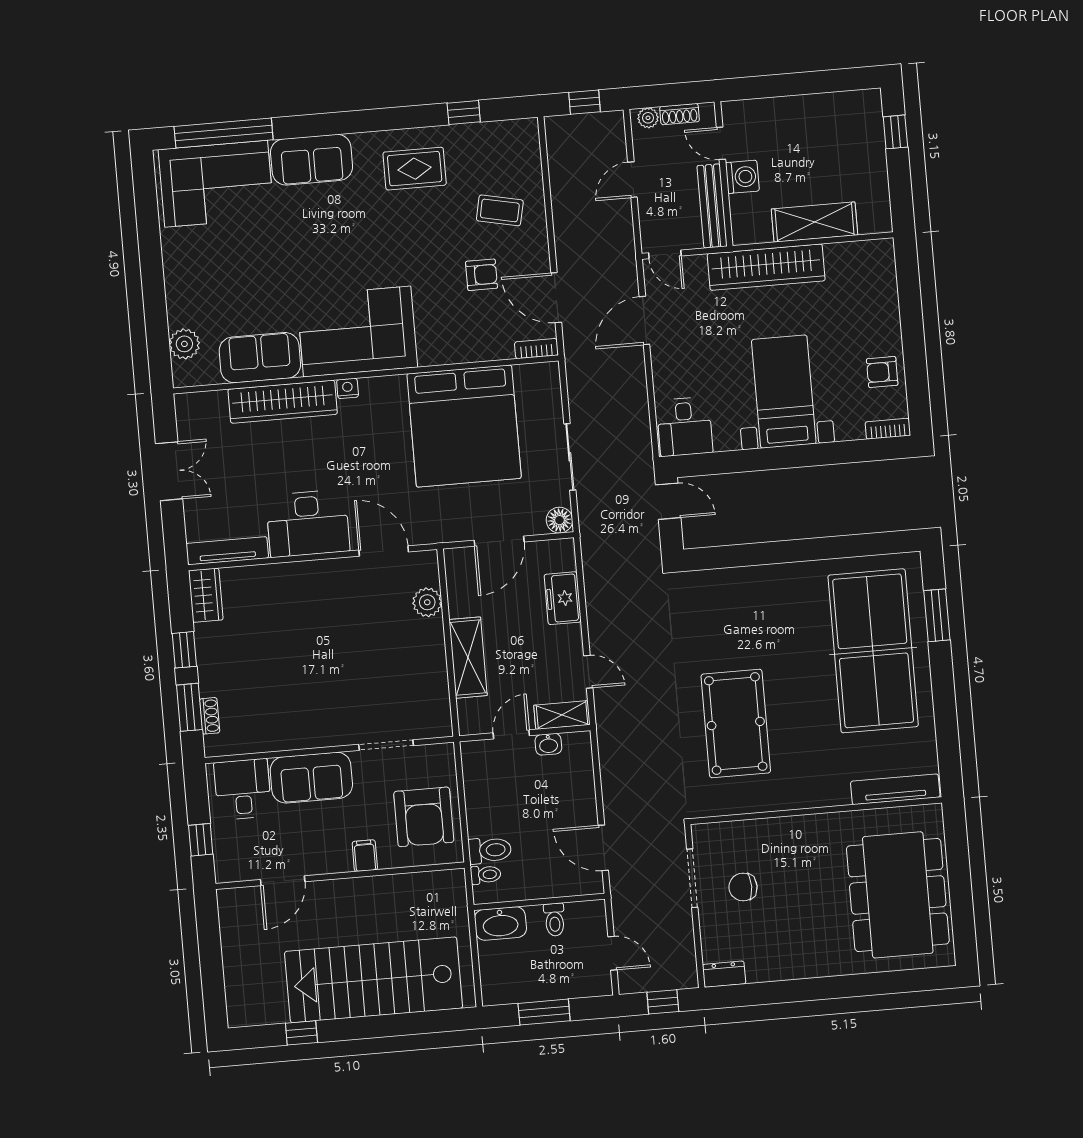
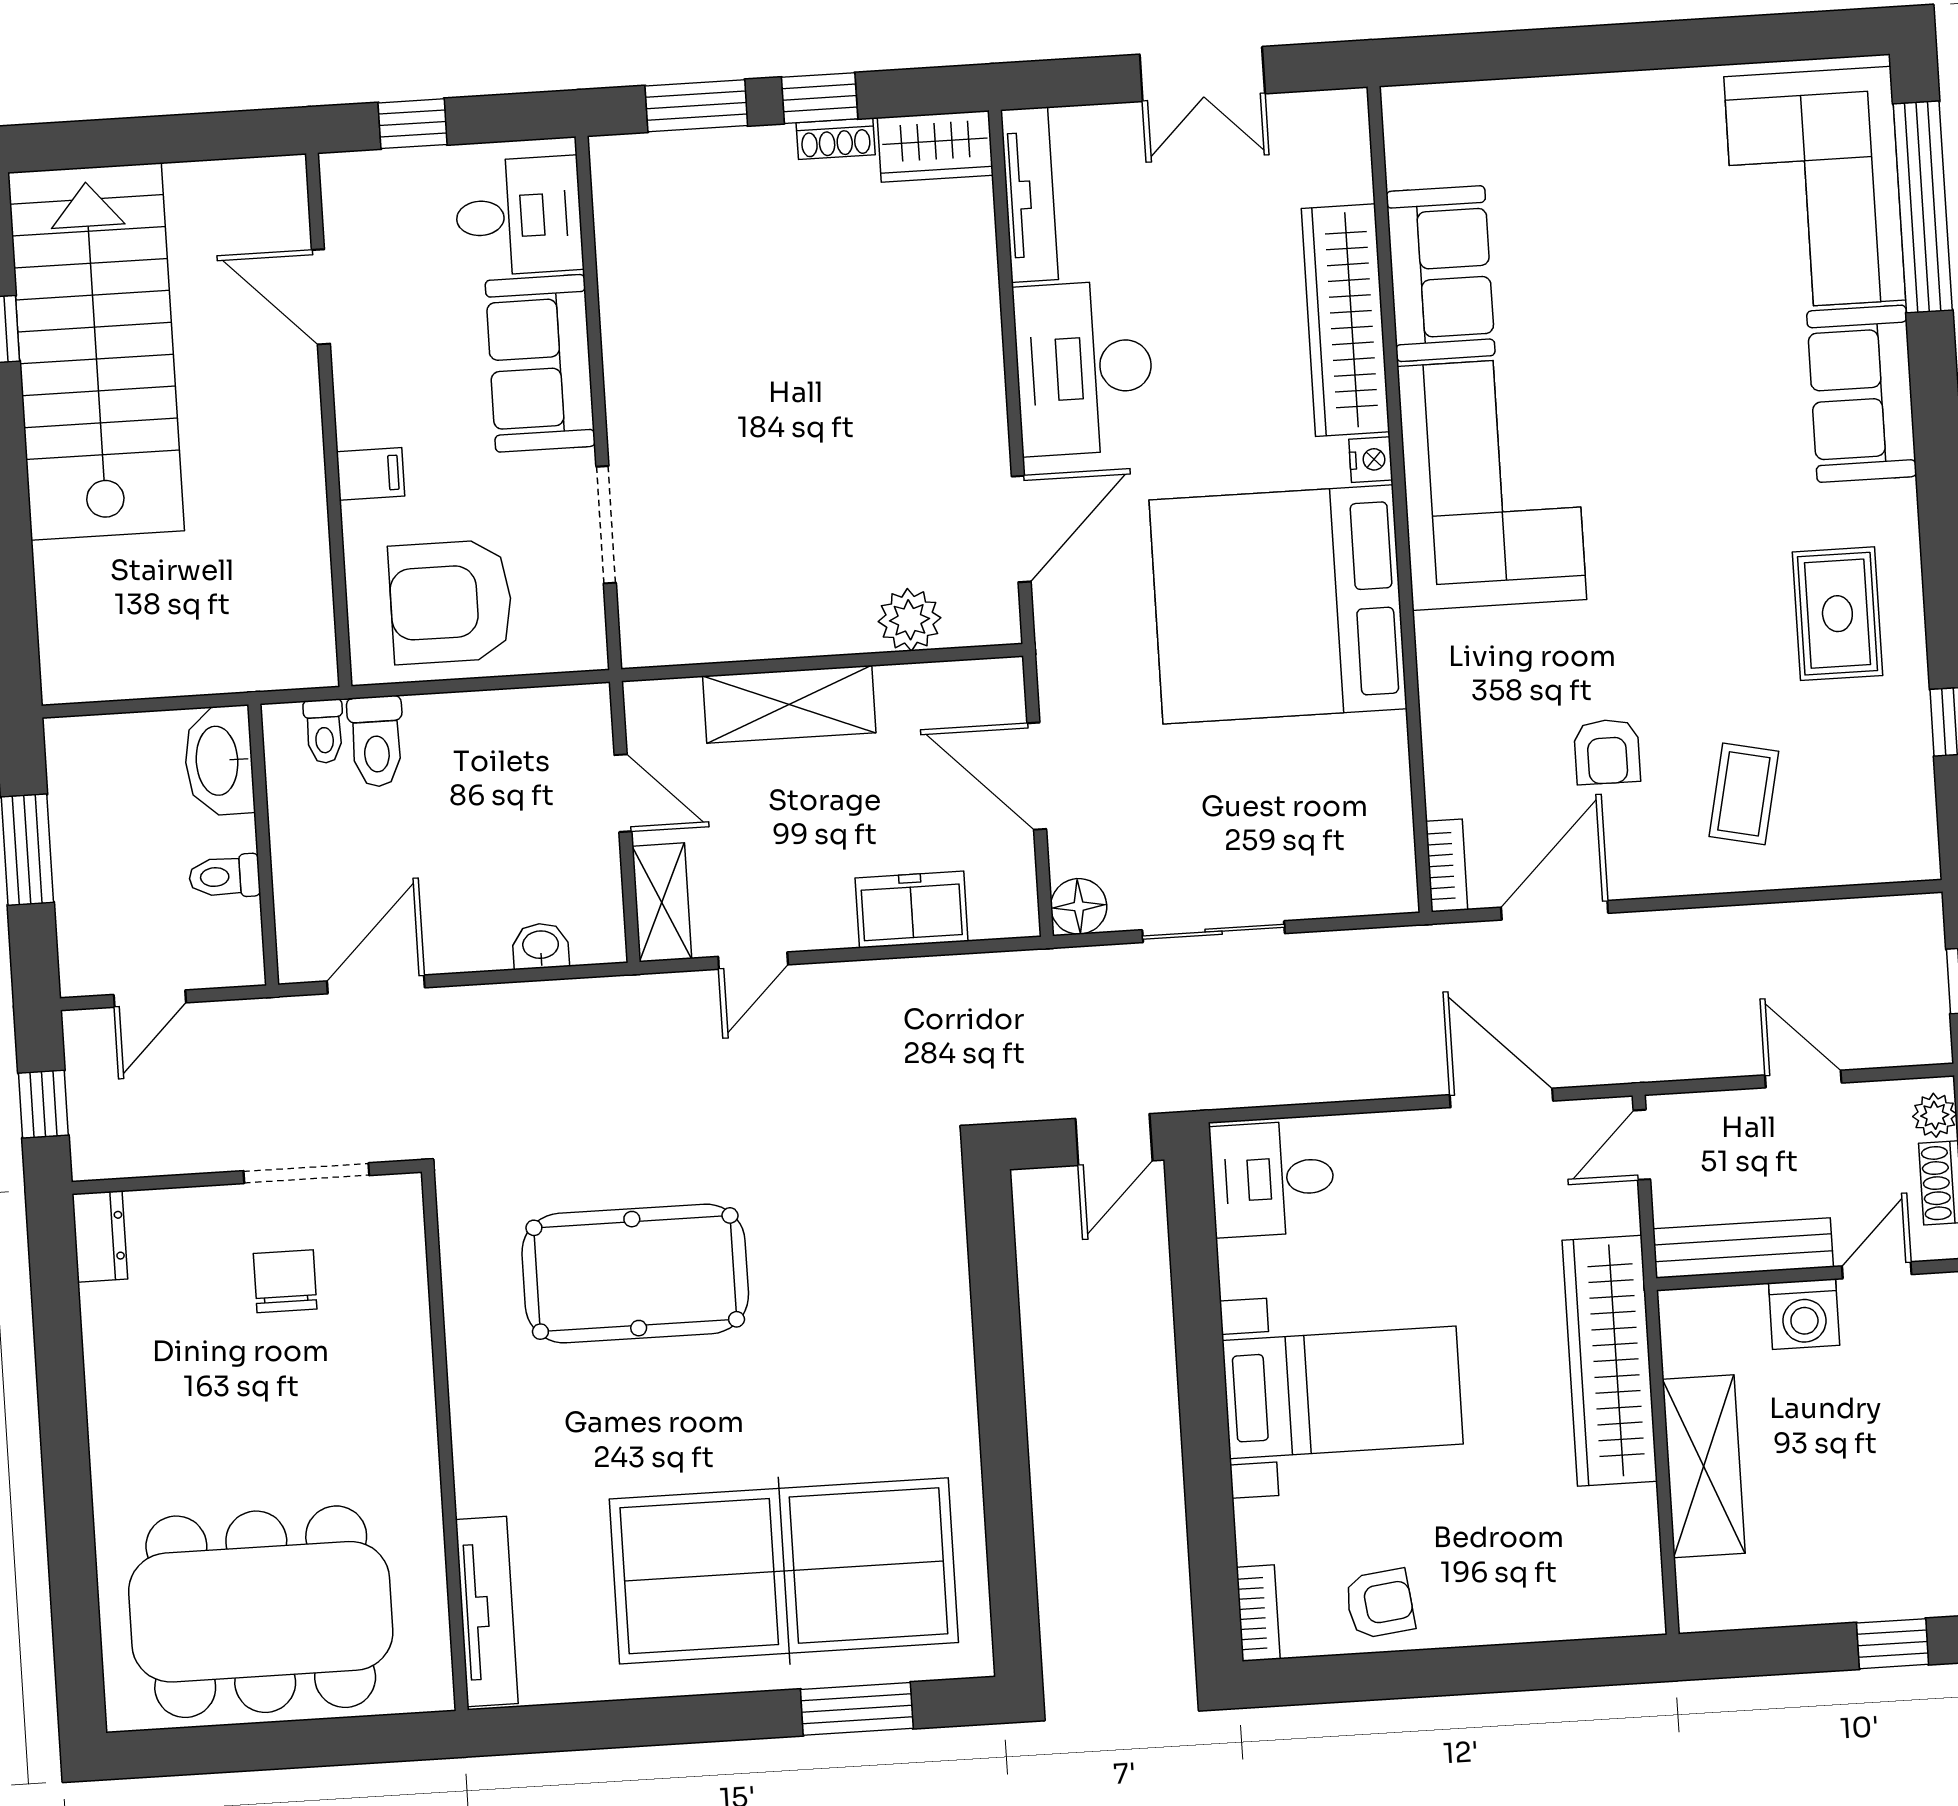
plant: (184, 344) -> (1474, 113), removed
armchair: (882, 372) -> (1380, 1604), turned 83
bed: (464, 426) -> (1278, 604), moved
shoe rack: (210, 716) -> (836, 139), moved
washbasin: (548, 744) -> (541, 946), moved, turned 90
stairs: (374, 980) -> (96, 351), moved

